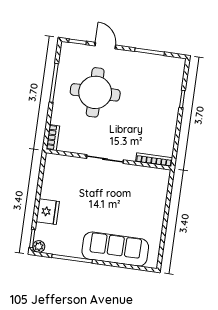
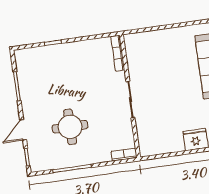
round table: (95, 92) -> (70, 127), width x0.73, depth x0.73

